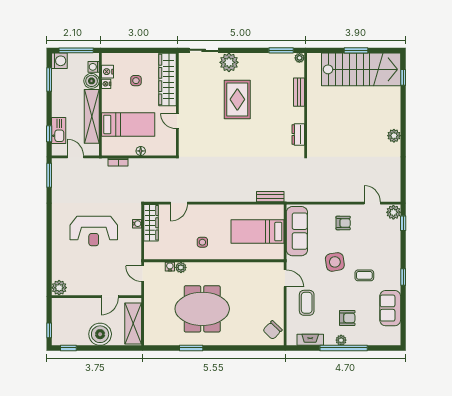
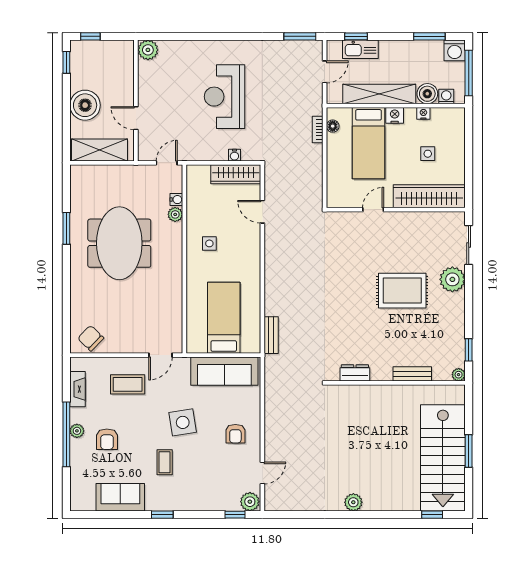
window: (281, 50) -> (469, 350), width x0.67
nightstand: (108, 72) -> (395, 115), moved
floor lamp: (141, 151) -> (333, 126), moved

